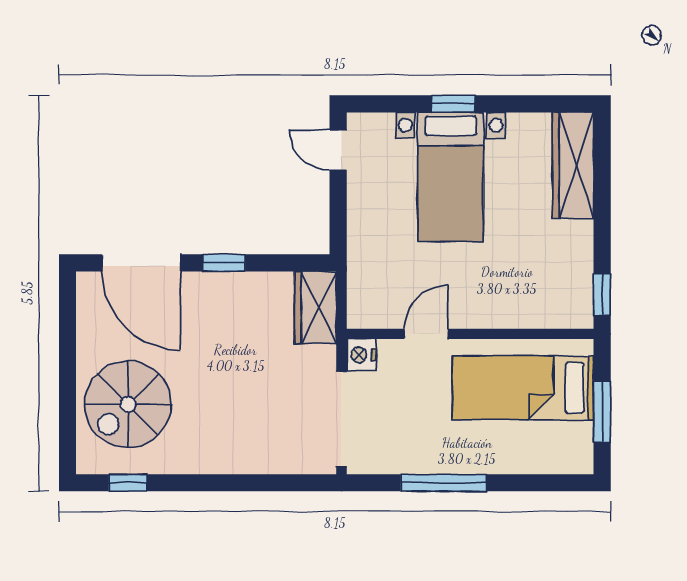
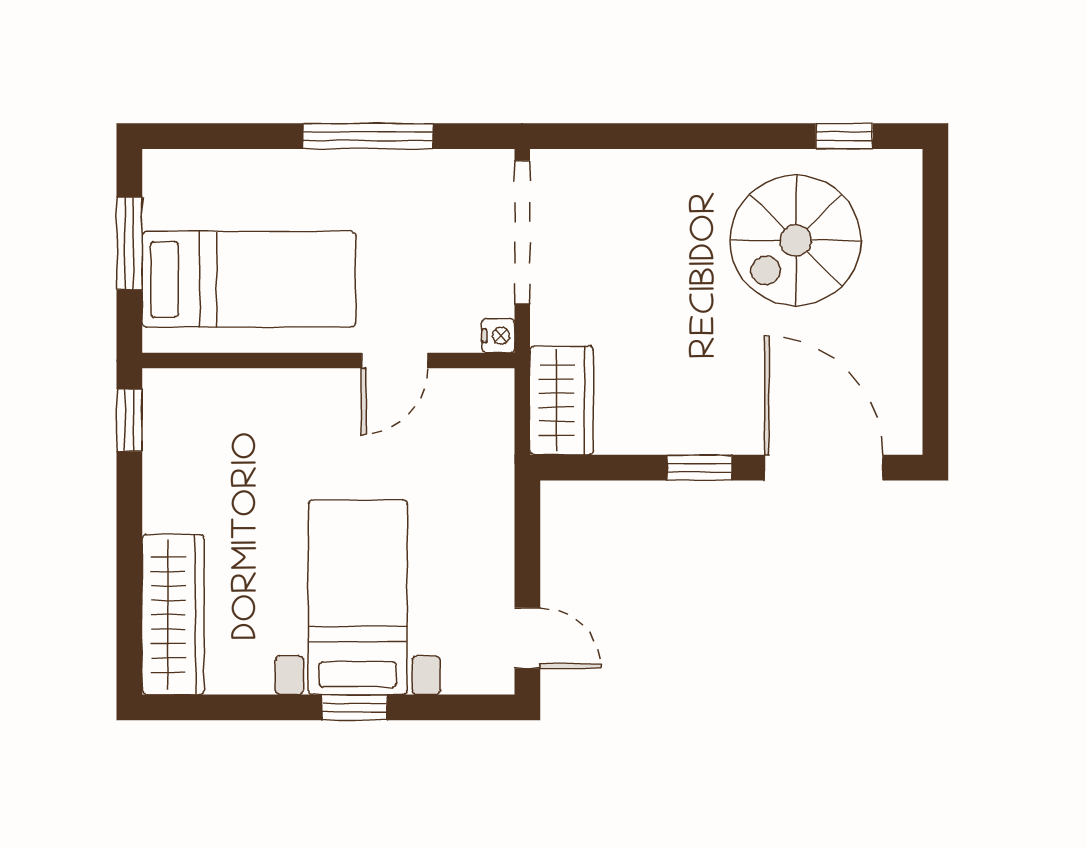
nightstand: (361, 355) -> (498, 336), width x0.72, depth x0.74
spiral stairs: (128, 404) -> (796, 240), moved, turned 180

